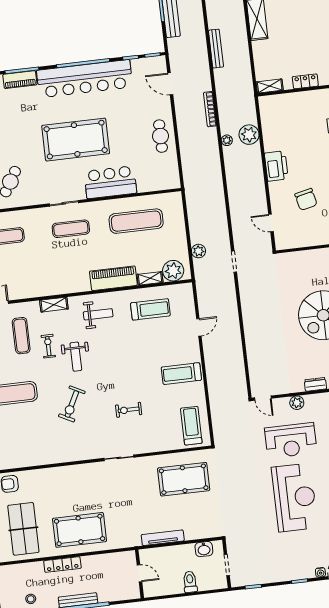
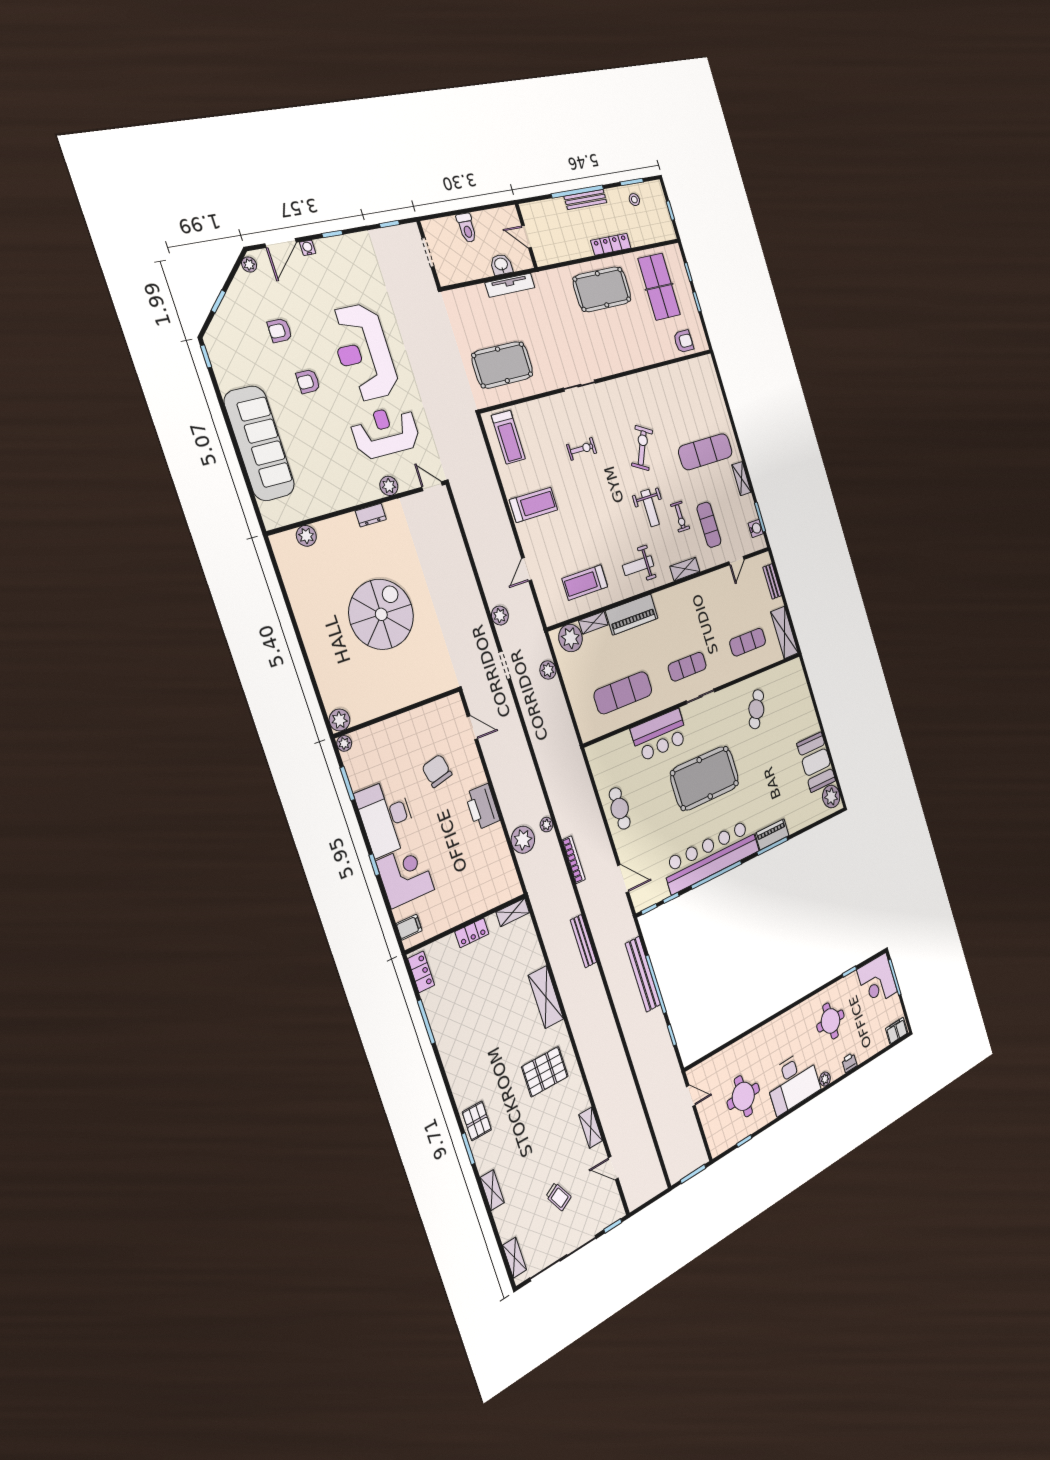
plant: (230, 298) -> (500, 616), added
weight bench: (76, 357) -> (650, 508), turned 180
washbasin: (204, 549) -> (501, 265), moved

